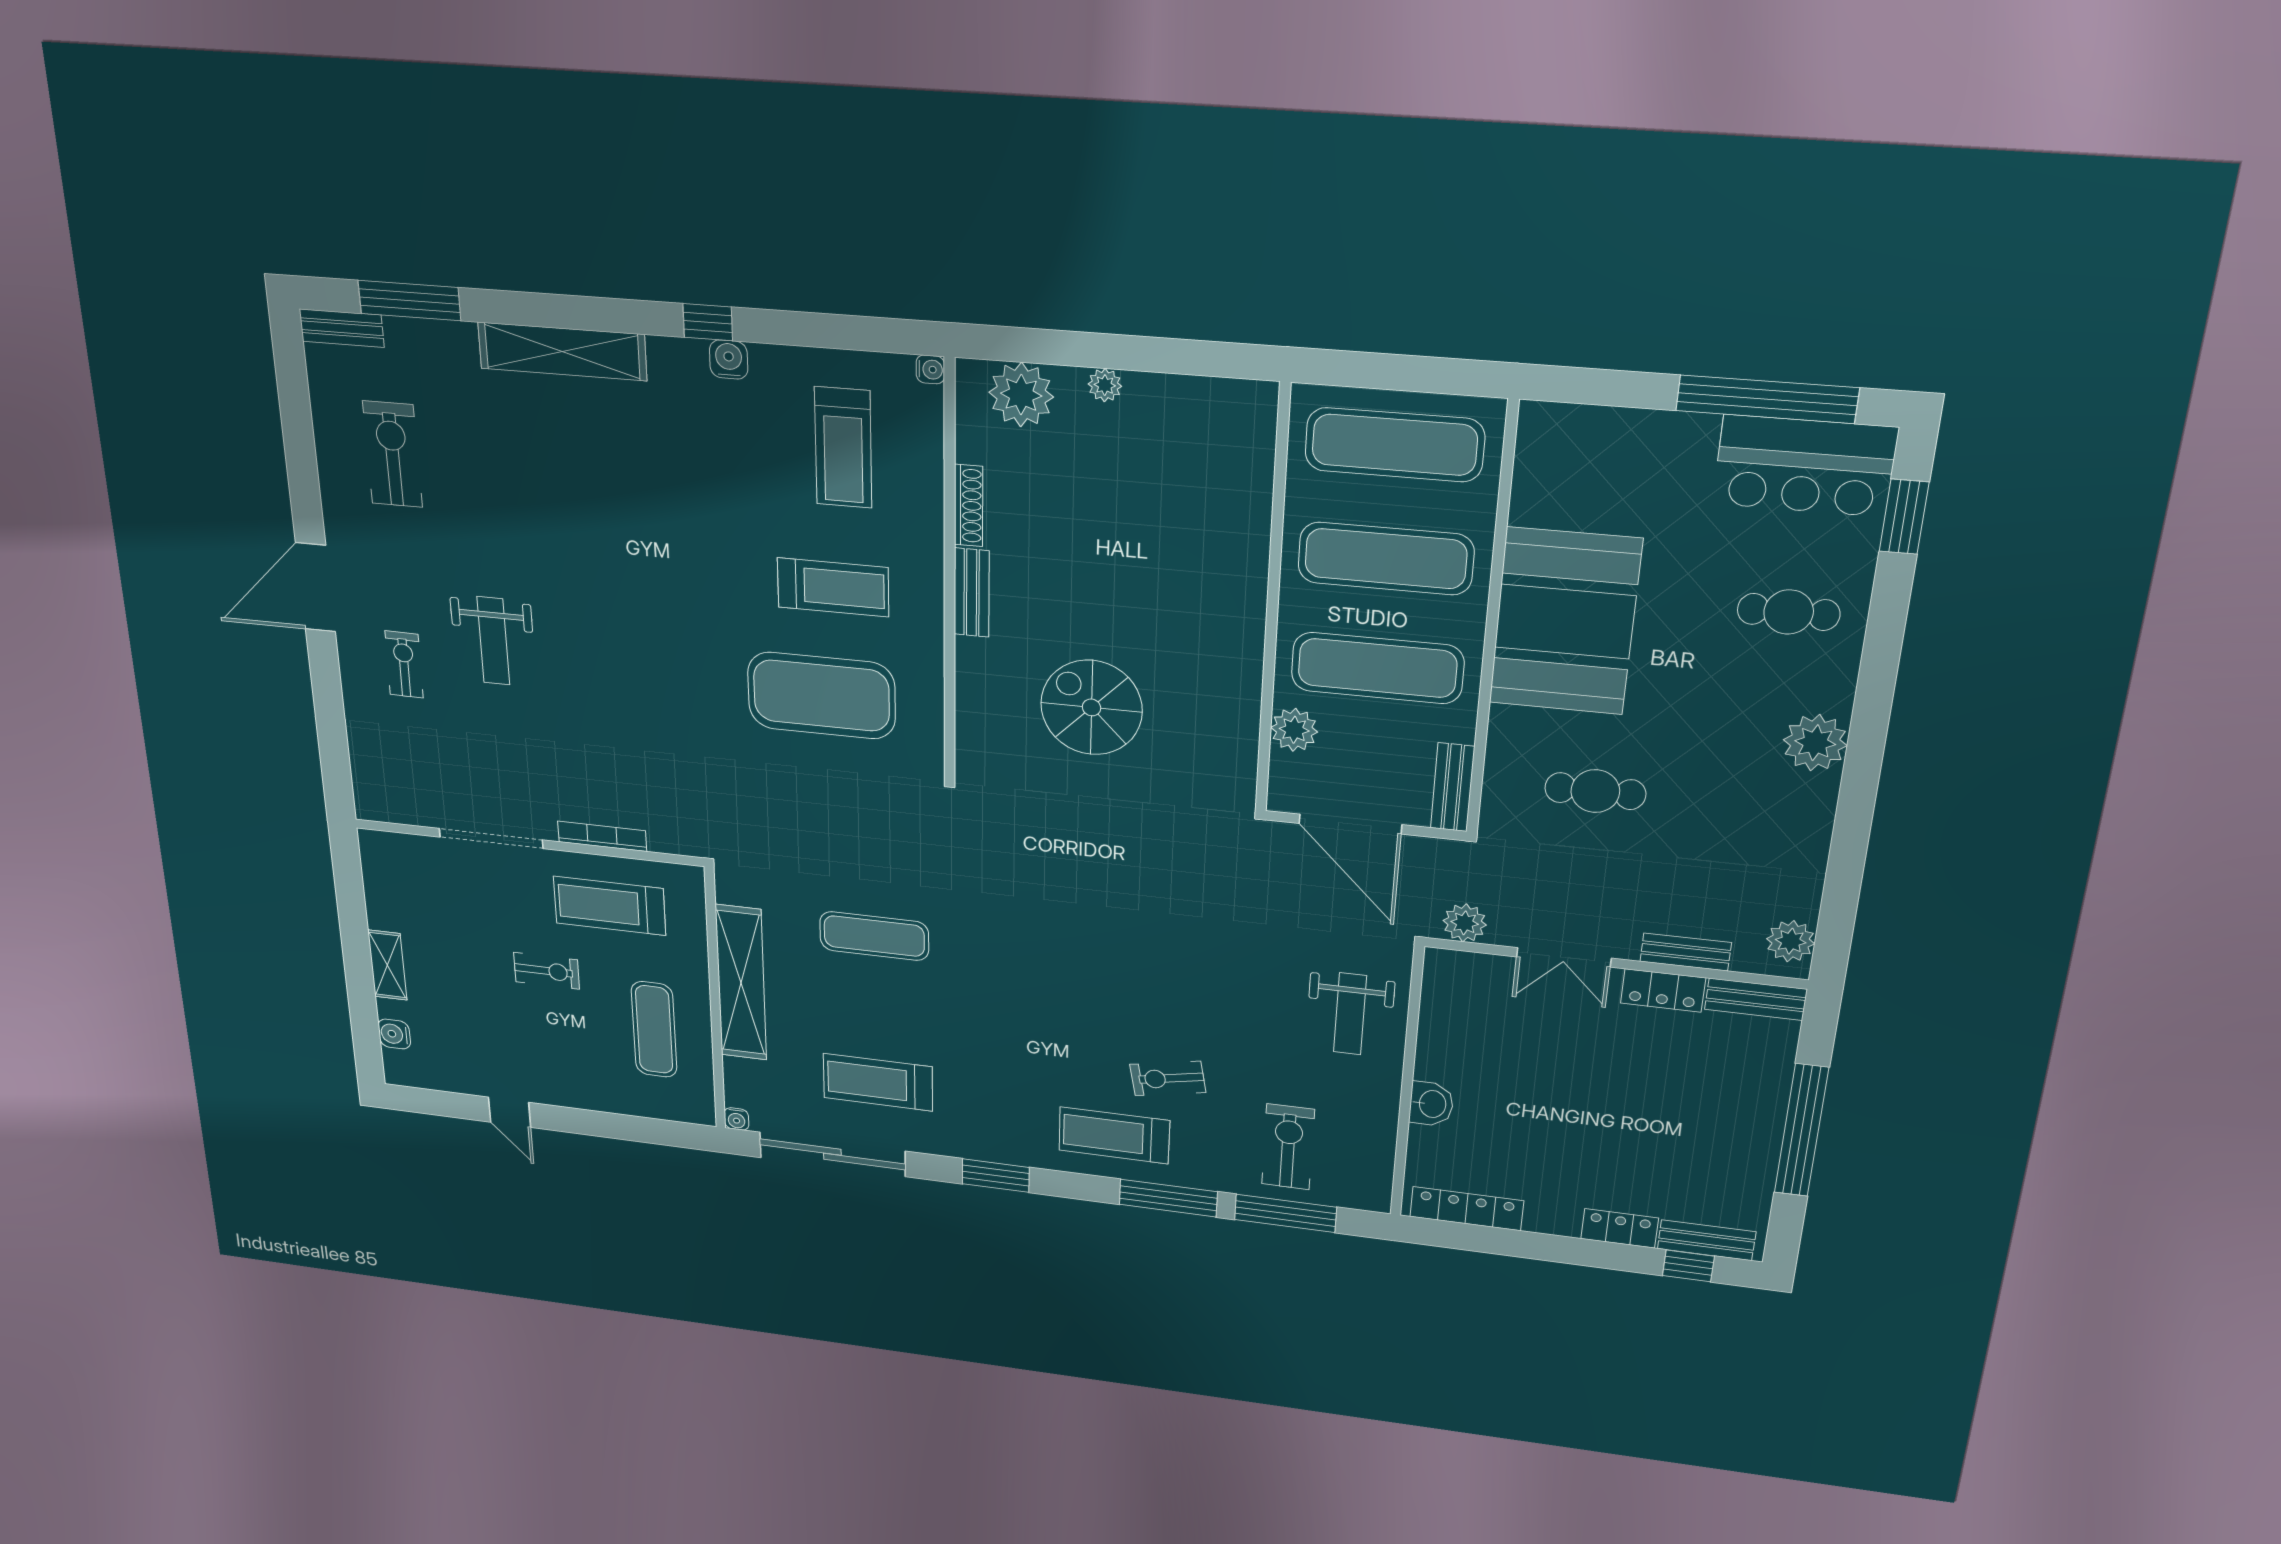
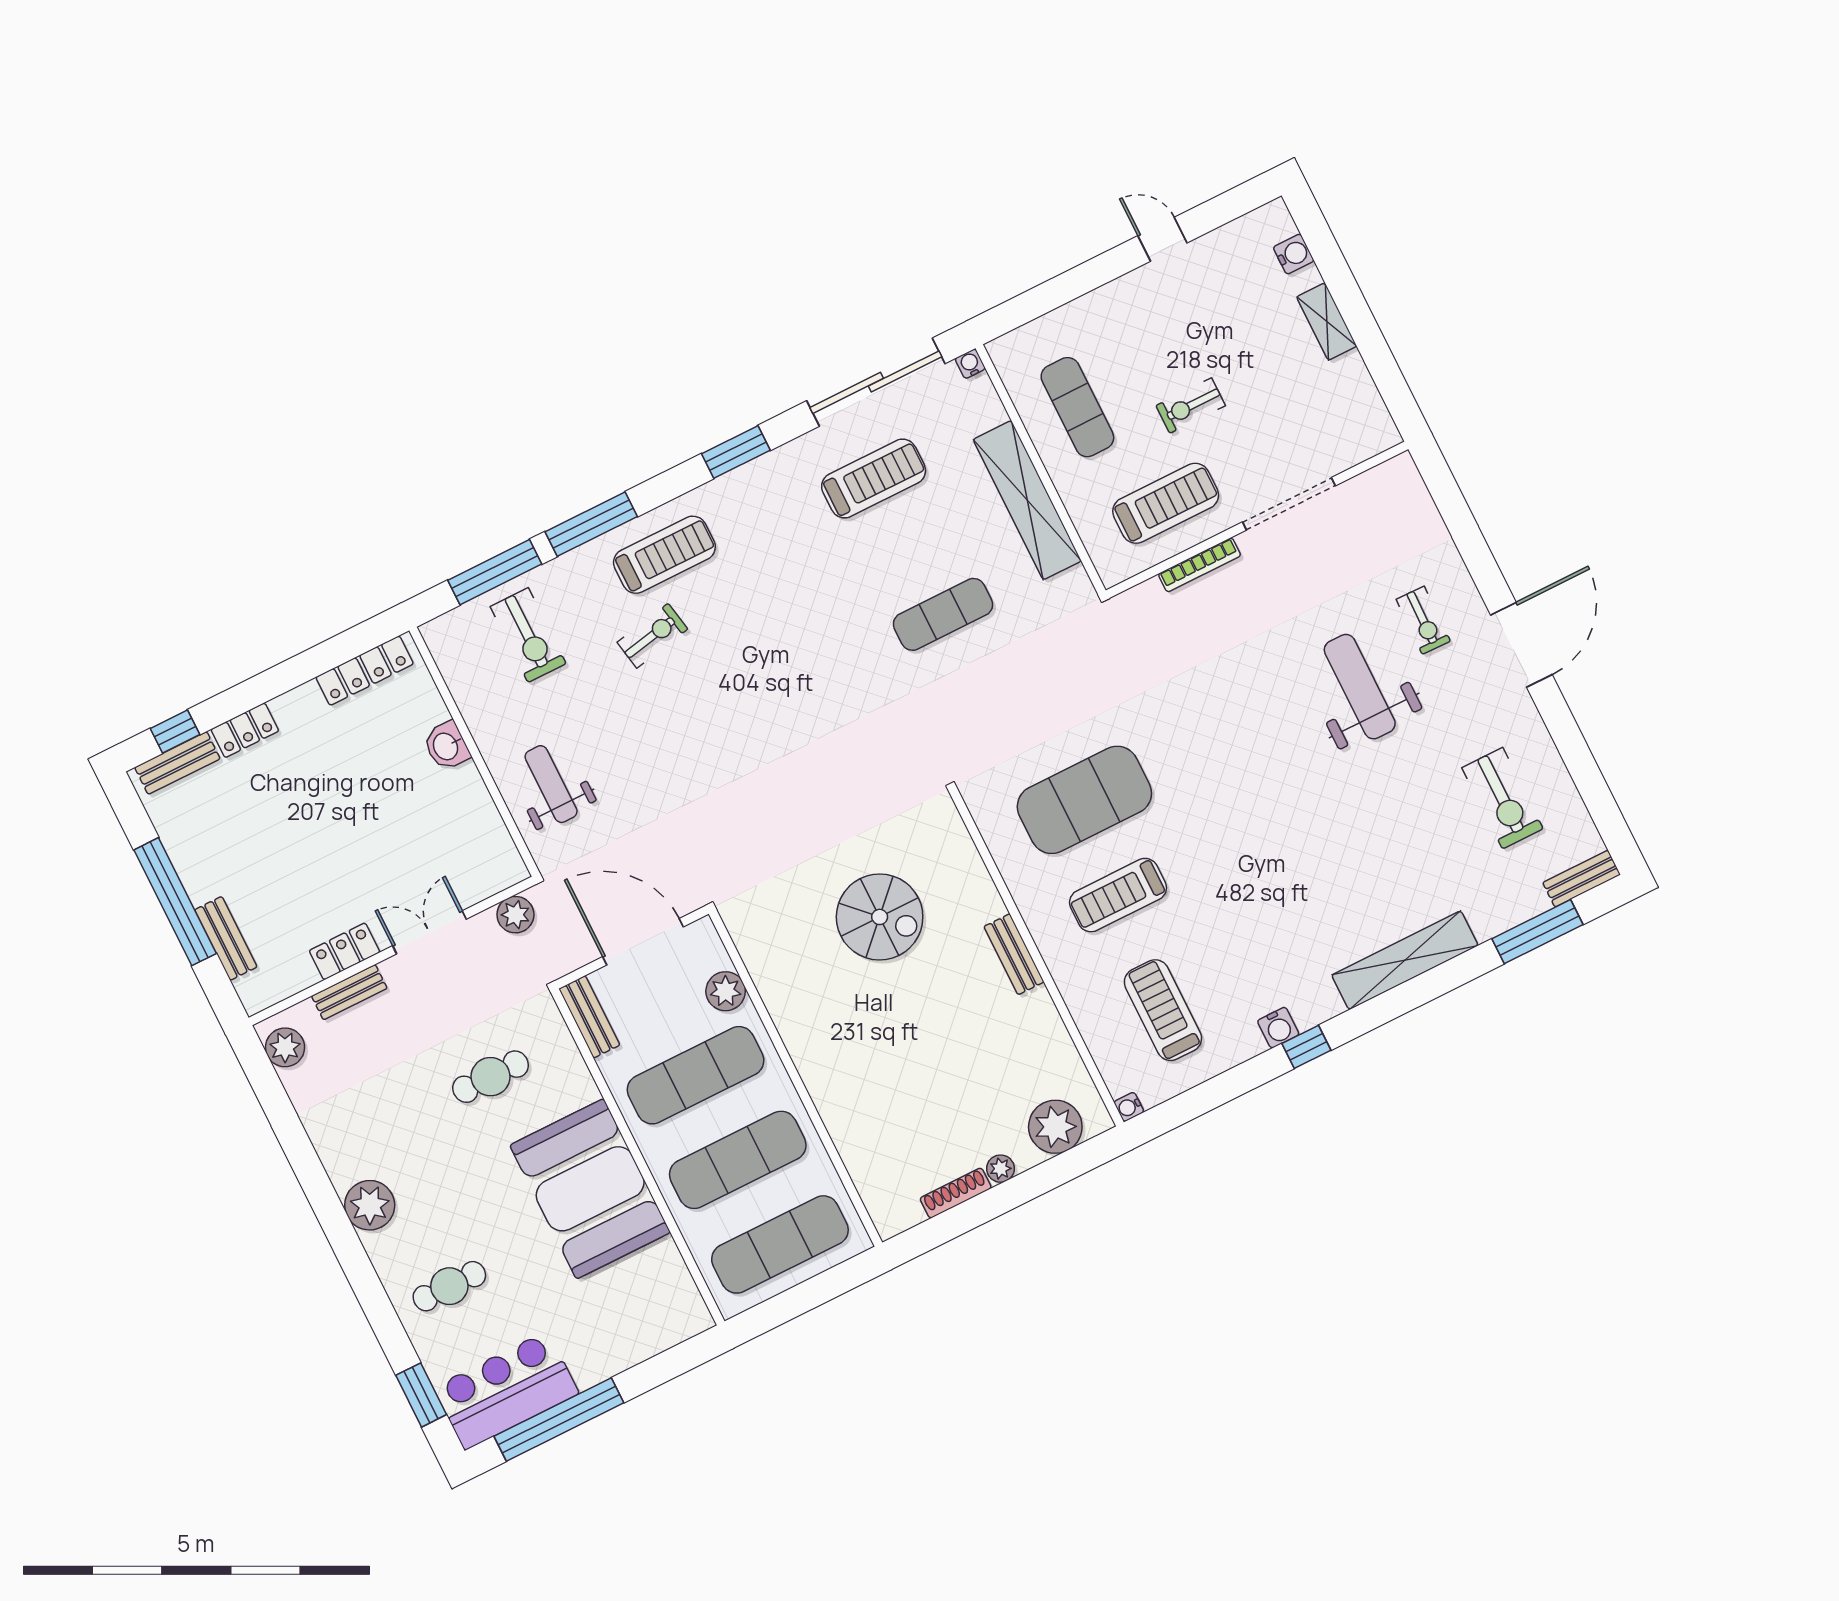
shoe rack: (968, 506) -> (956, 1193), moved, turned 90
weight bench: (493, 641) -> (1360, 687), width x1.36, depth x1.33
bench: (1756, 999) -> (226, 938), moved, turned 90

